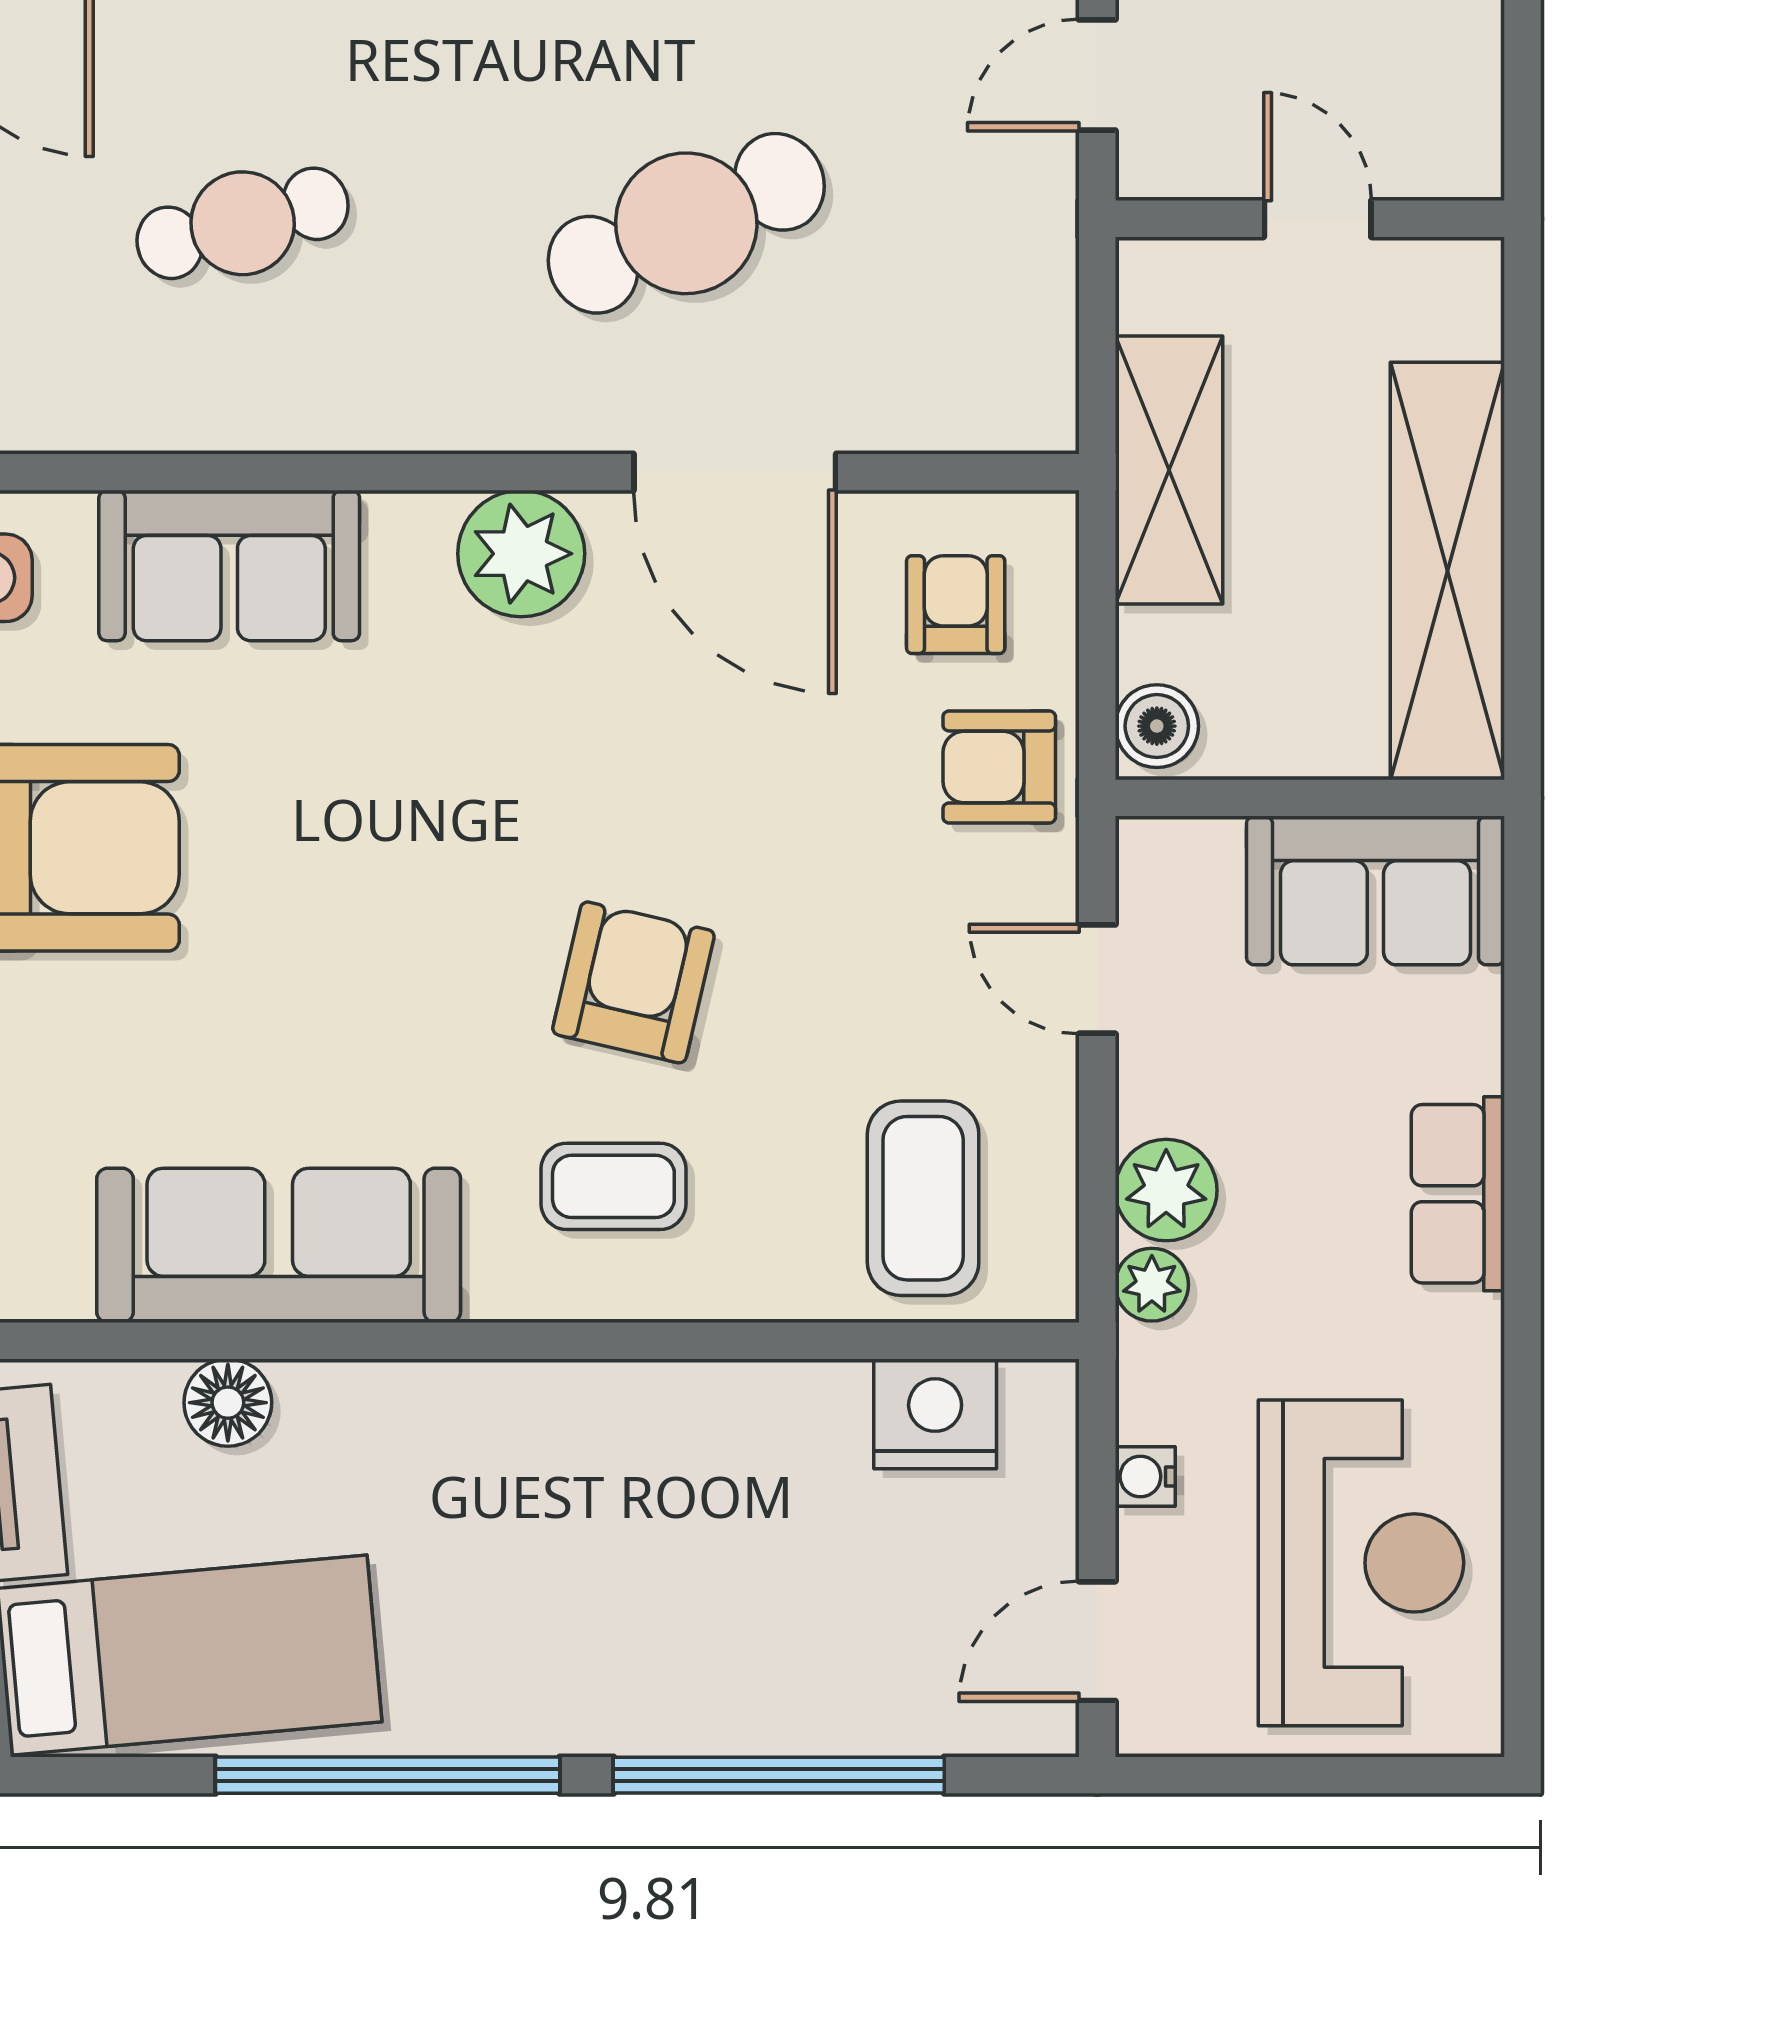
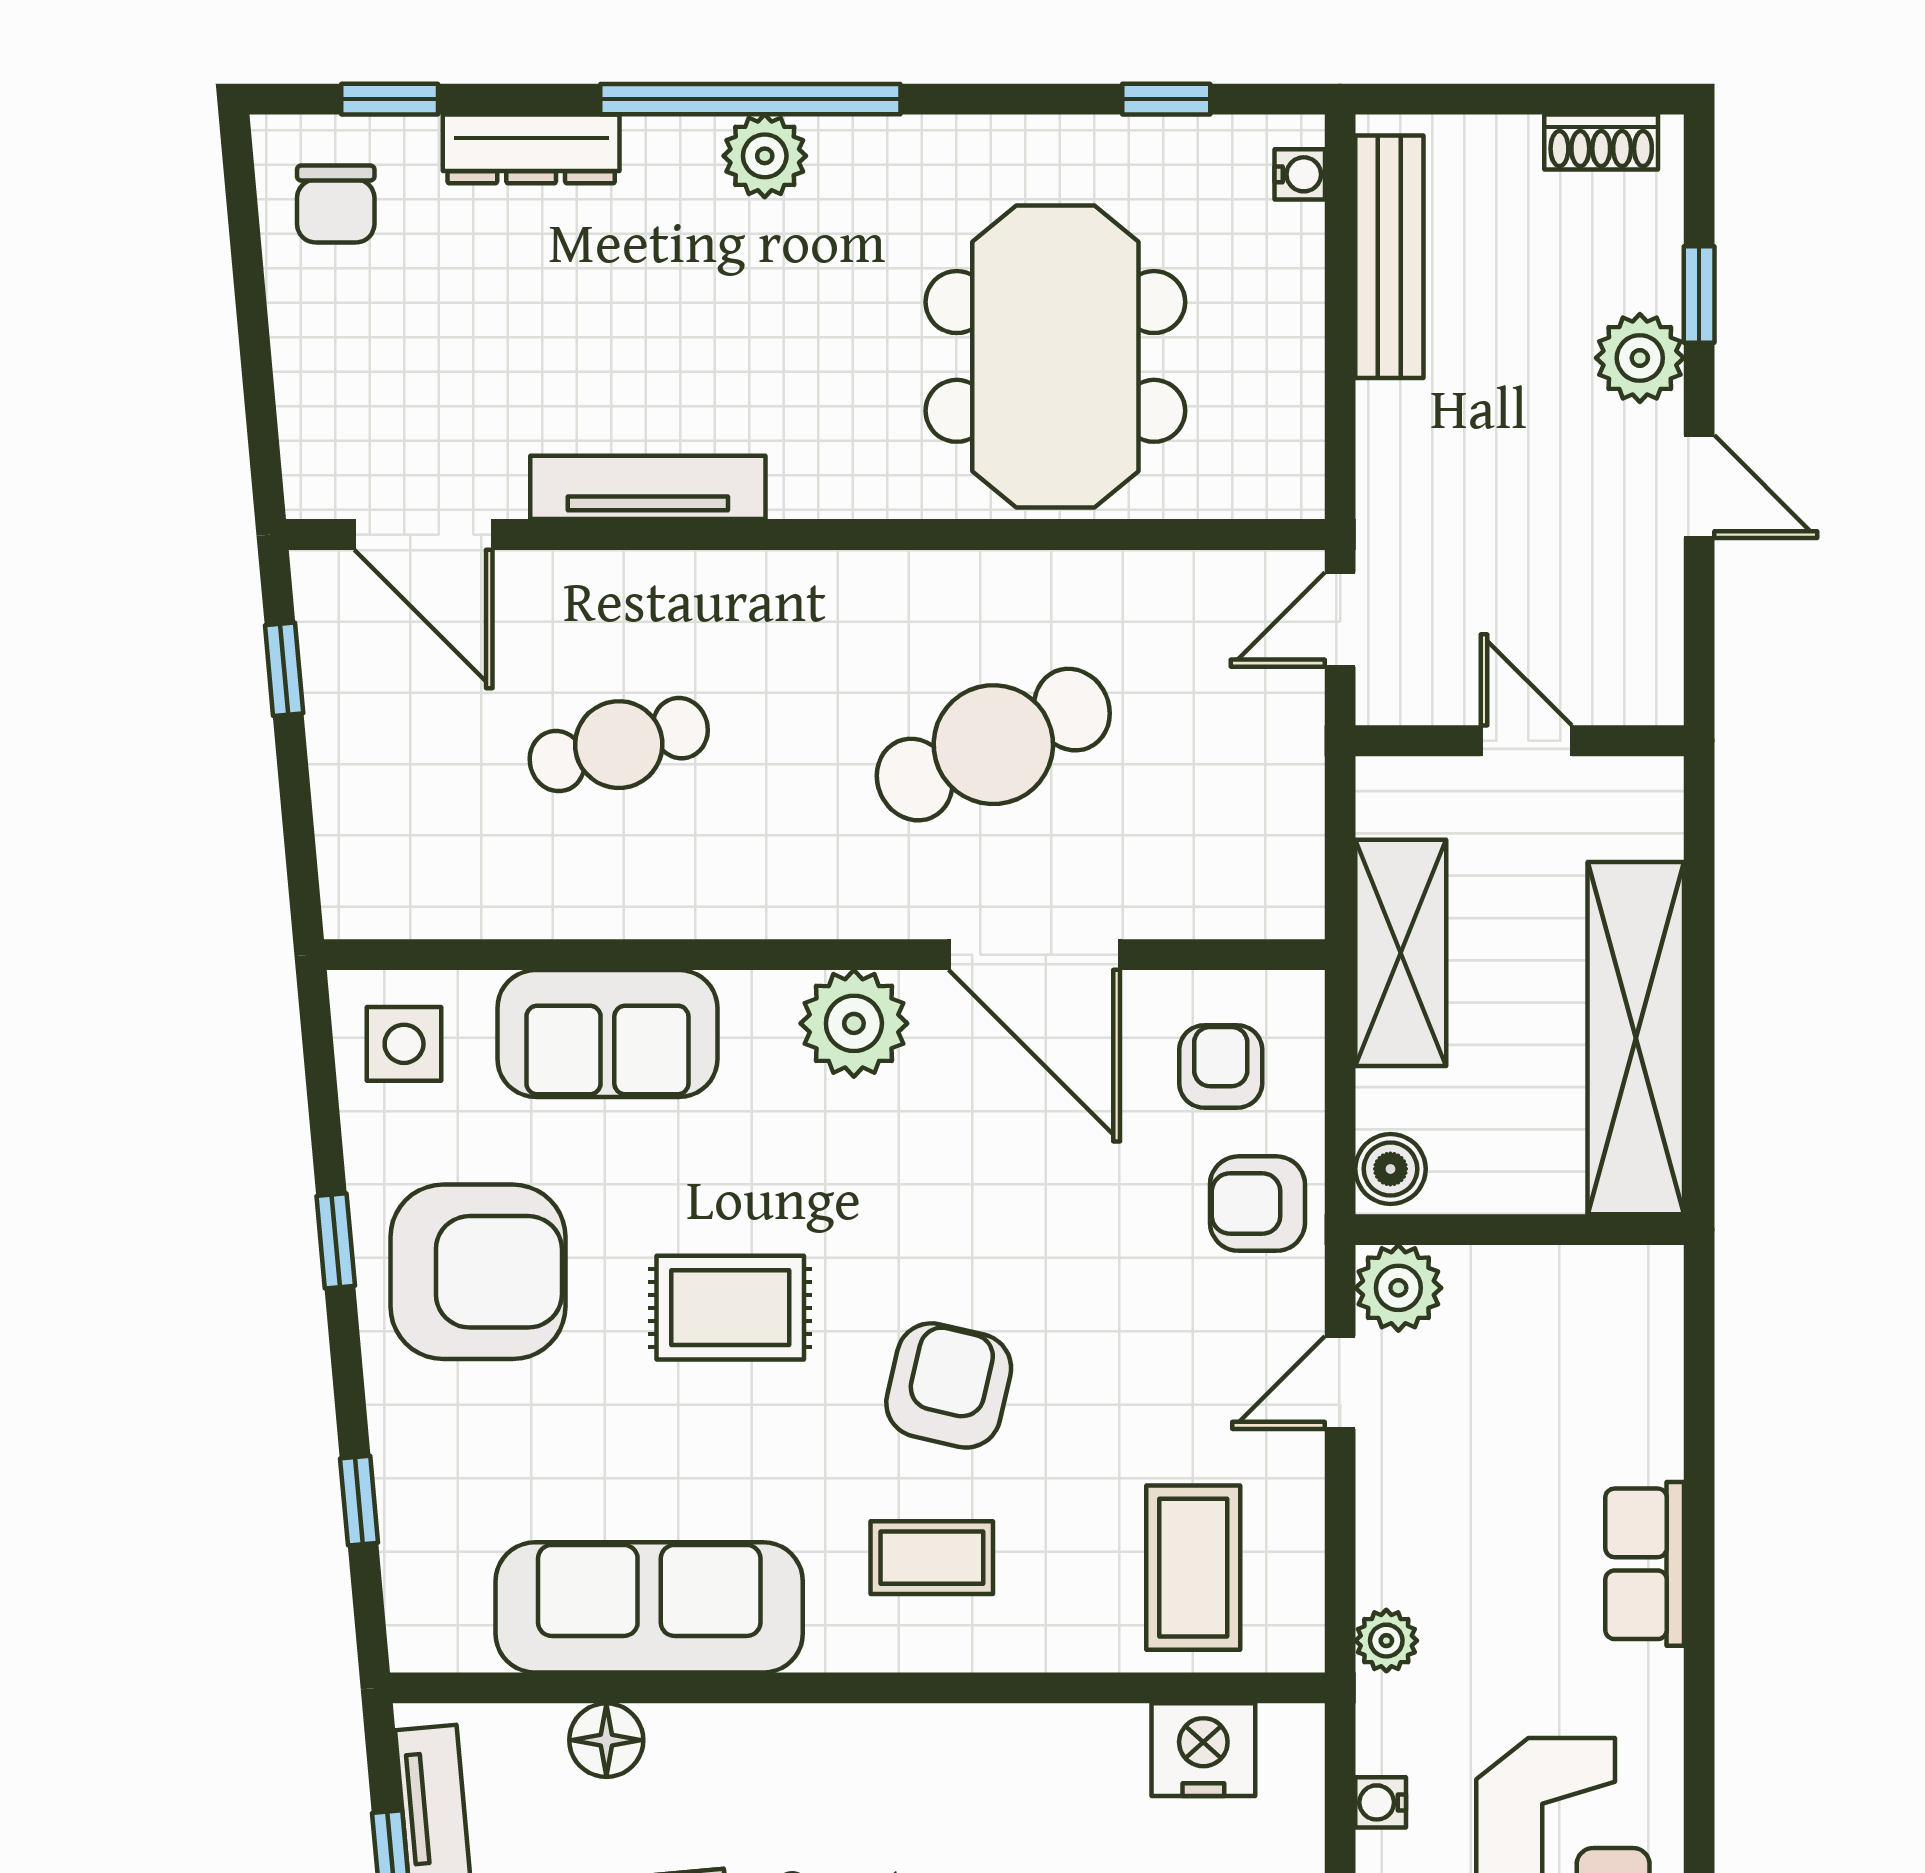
rug: (375, 890) -> (730, 1308), added
sofa: (1375, 890) -> (1575, 1308), removed
door: (1097, 979) -> (1340, 1383), hinge flipped
plant: (1166, 1190) -> (1398, 1288), moved

